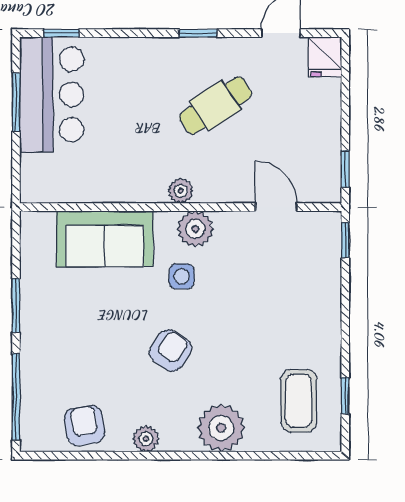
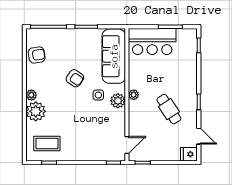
bar counter: (52, 94) -> (152, 41), moved
door: (276, 207) -> (127, 145), moved
sofa: (105, 239) -> (114, 56), width x1.36
armchair: (170, 351) -> (75, 78), moved
plant: (146, 439) -> (31, 95), moved

